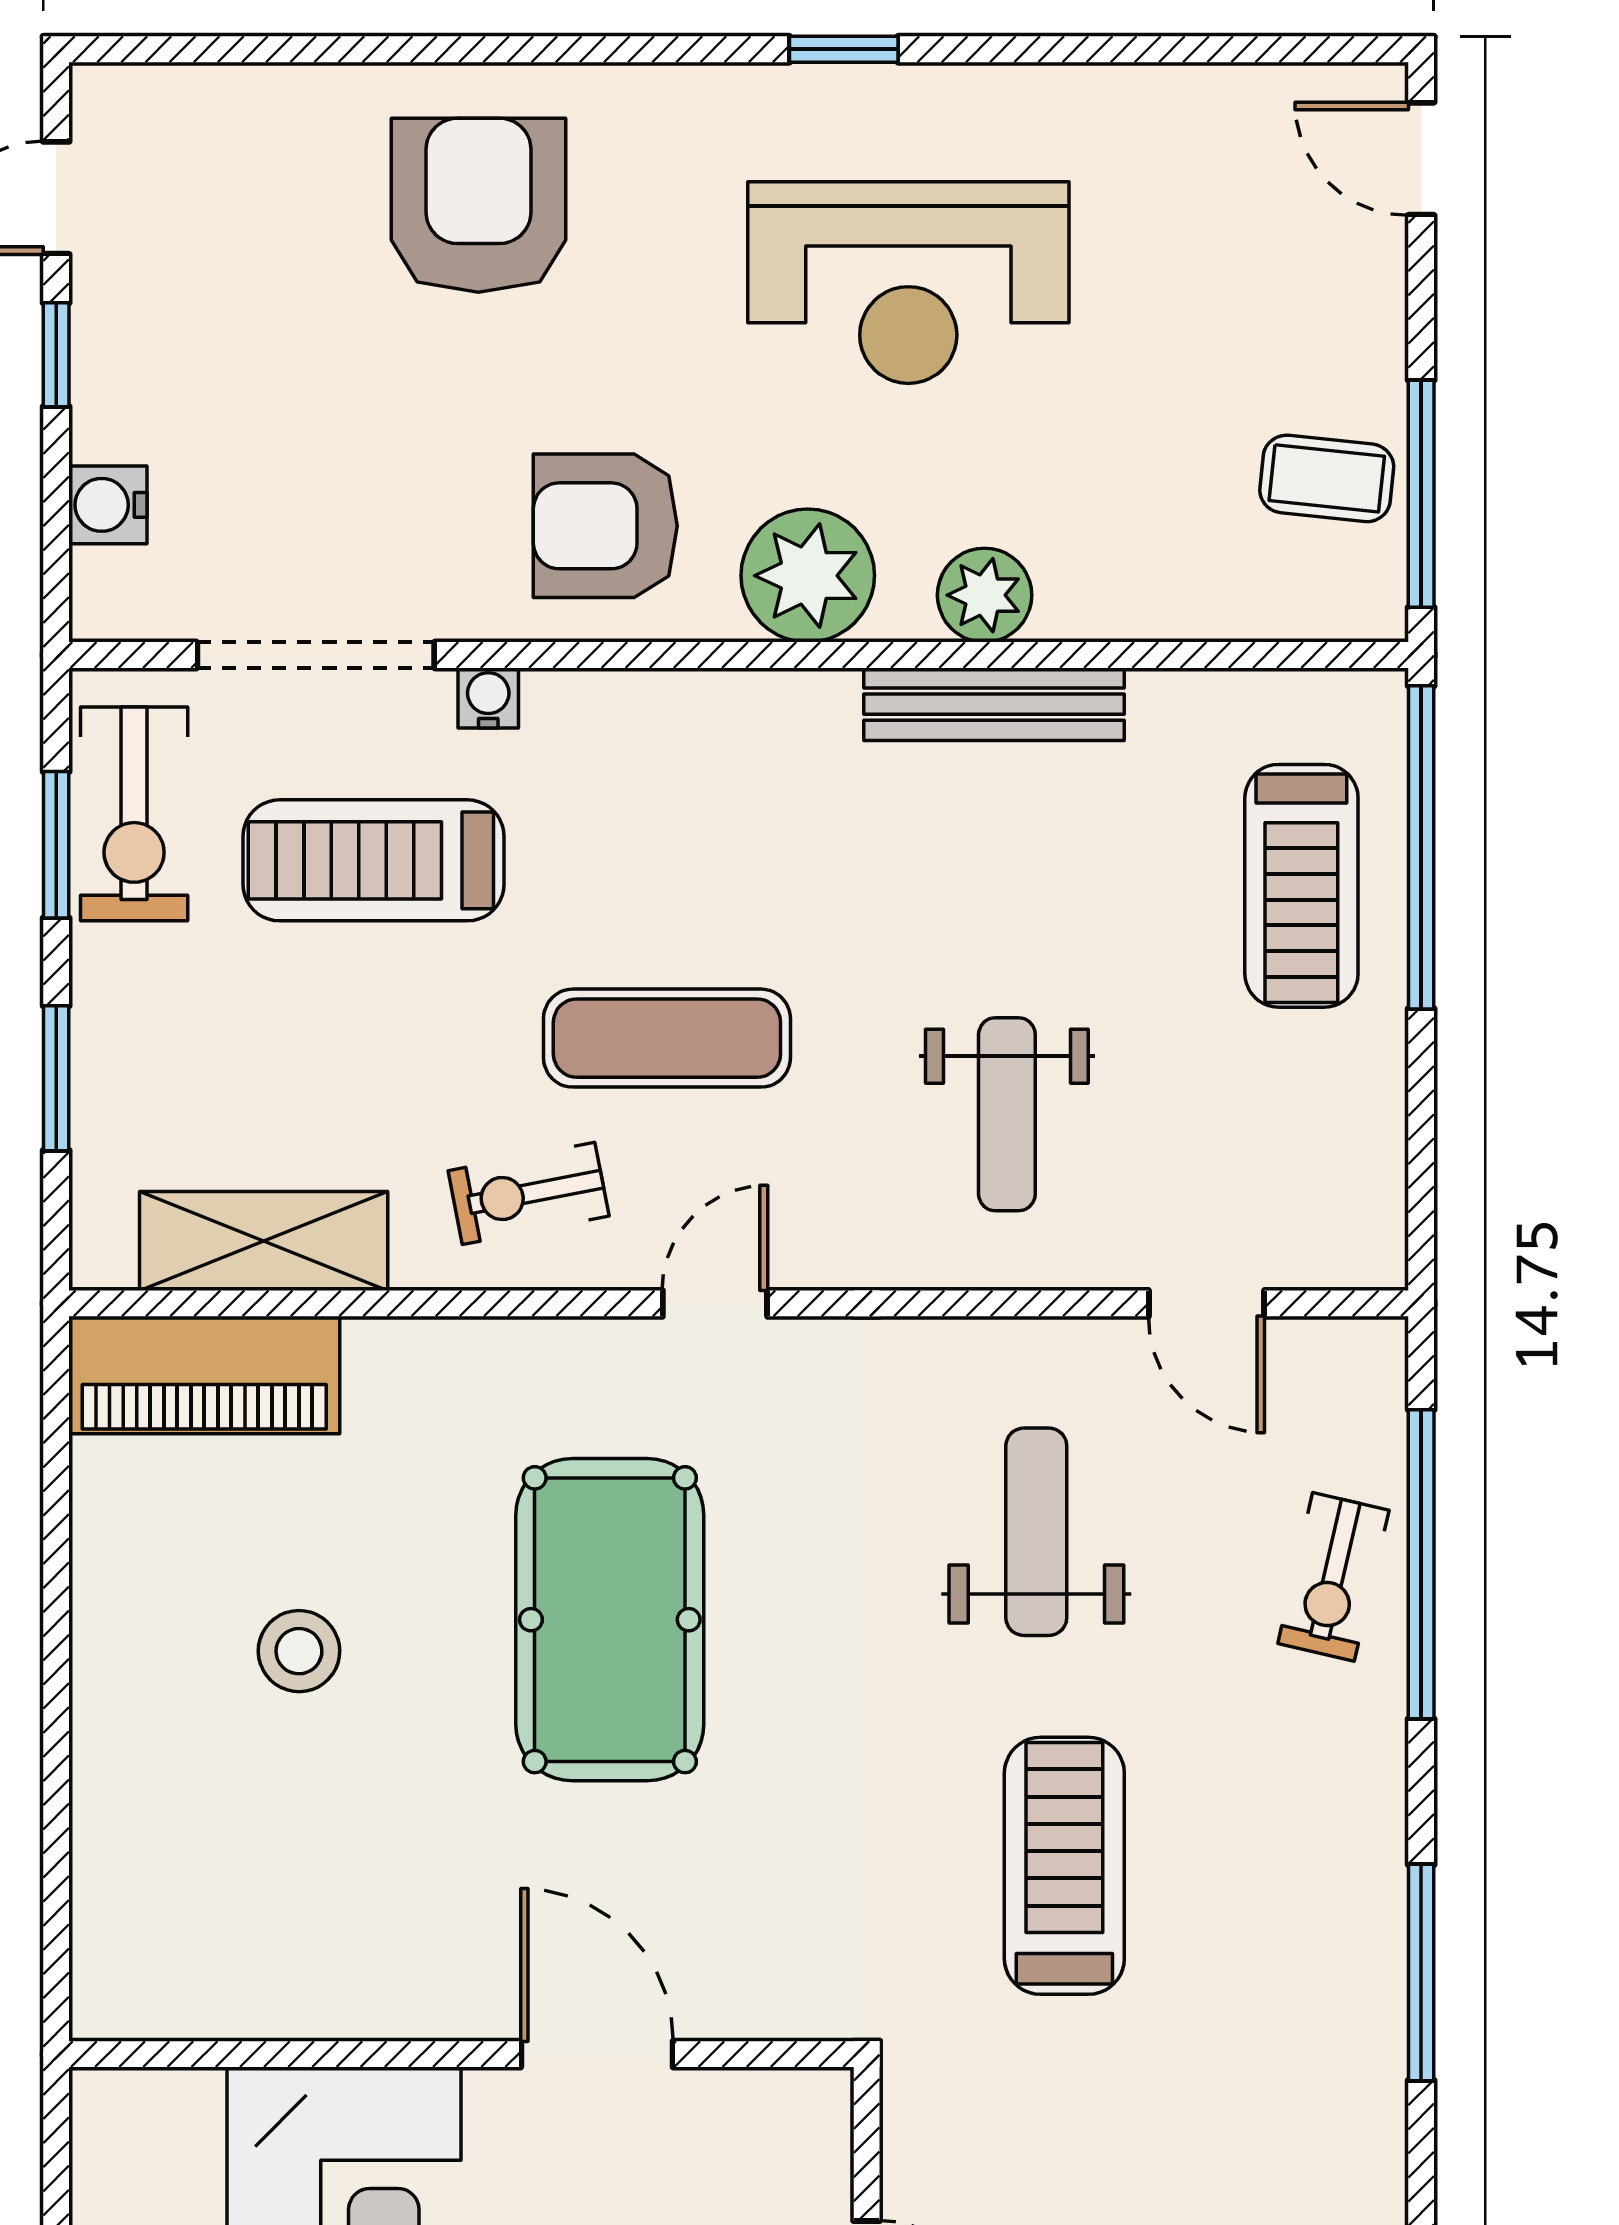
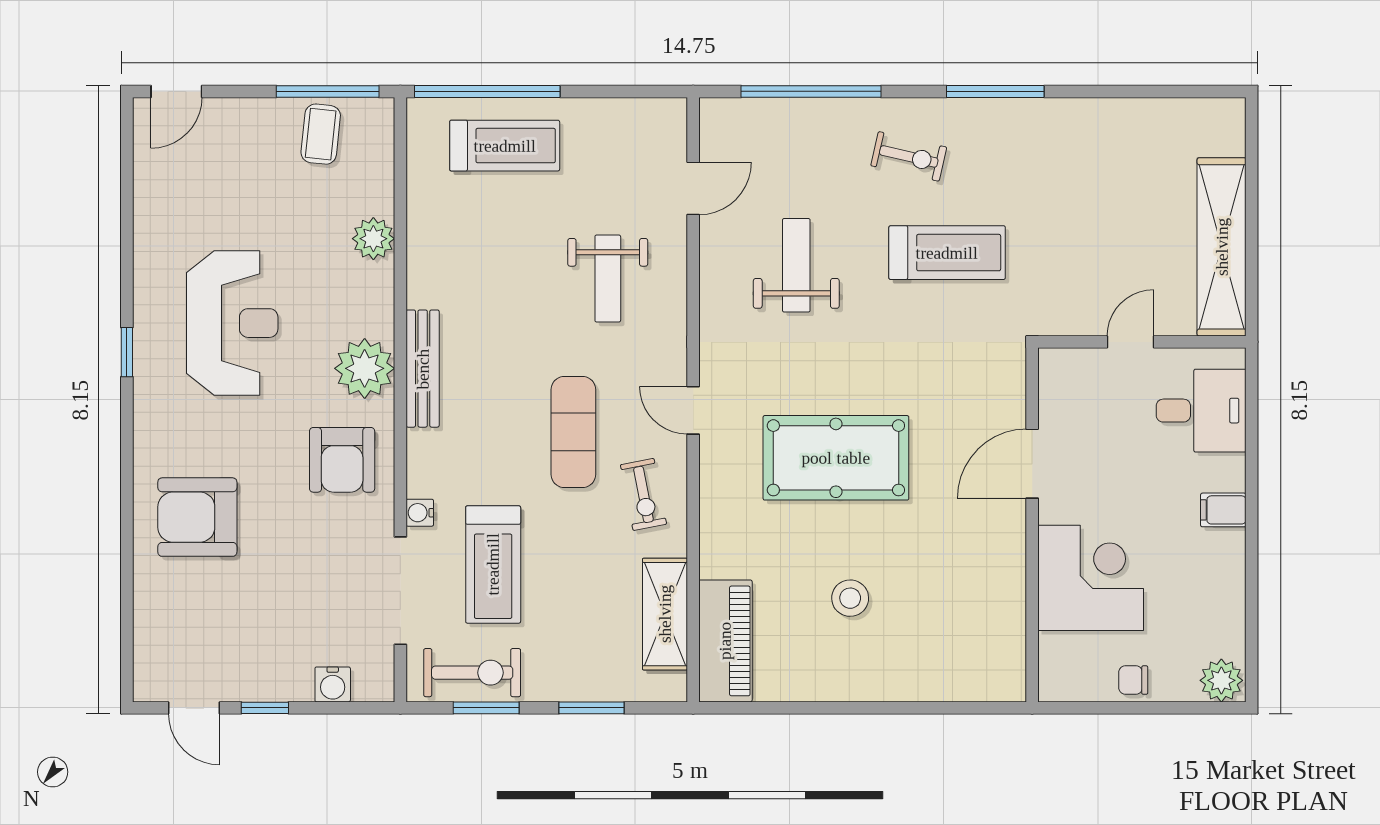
plant: (985, 595) -> (373, 239), moved
bench: (994, 704) -> (423, 369), moved
weight bench: (1007, 1114) -> (608, 279), turned 90
weight bench: (1036, 1532) -> (796, 265), turned 90
exercise bike: (1333, 1577) -> (909, 156), moved
treadmill: (1064, 1866) -> (947, 253), turned 180

